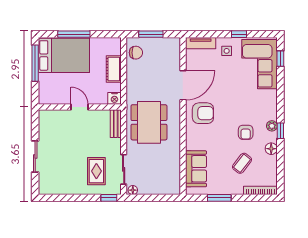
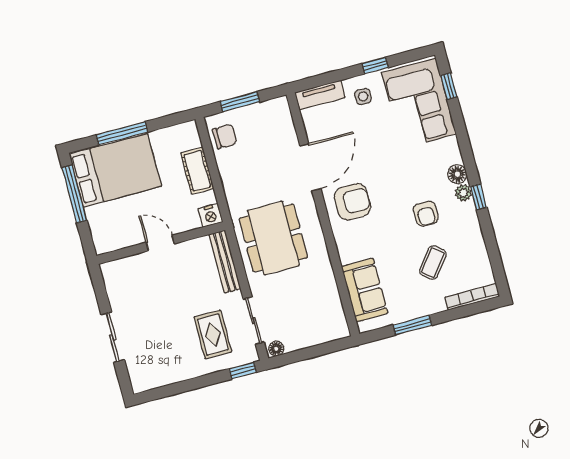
bench: (116, 124) -> (225, 262), width x1.36
floor lamp: (271, 149) -> (457, 174), moved

